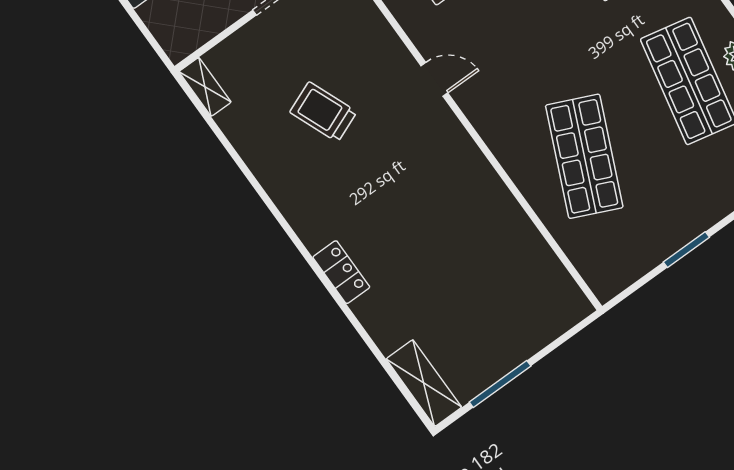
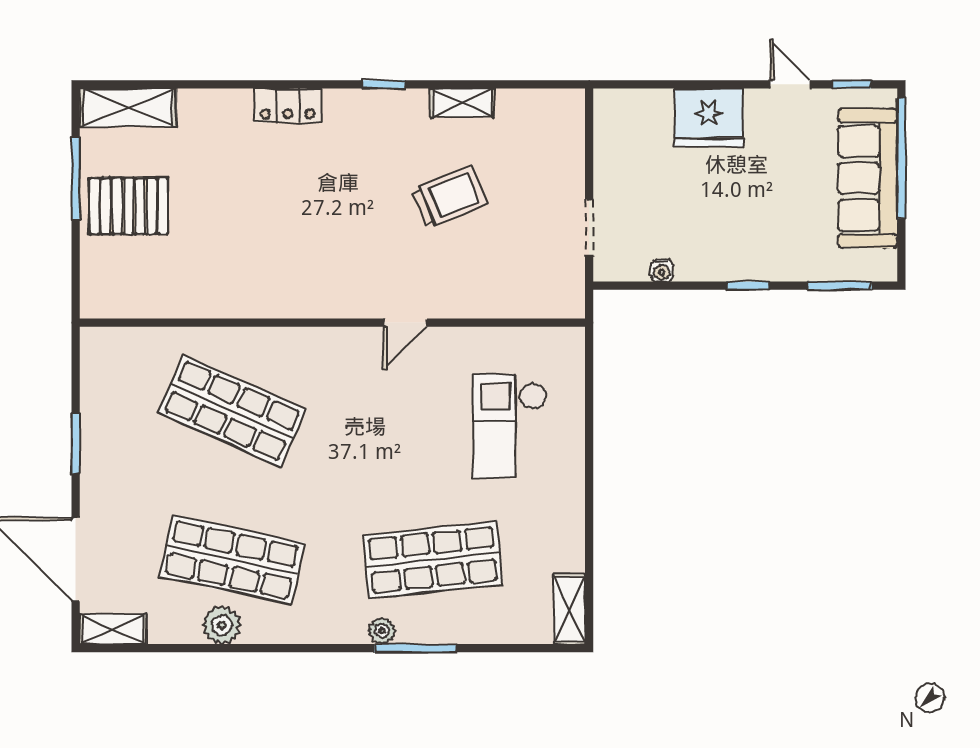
shelving: (205, 87) -> (462, 103), moved
window: (278, 215) -> (384, 84), added
pallet: (493, 333) -> (129, 206), added

